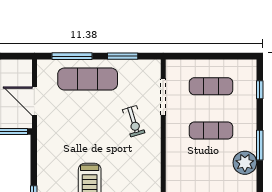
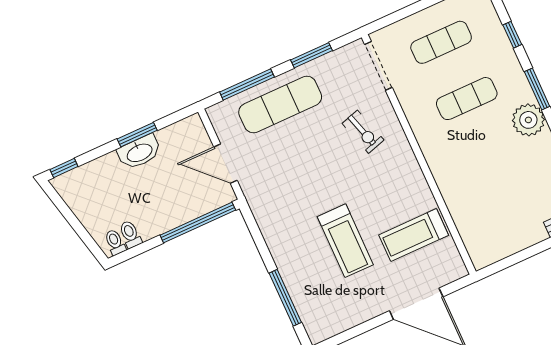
window: (260, 90) -> (512, 35), moved
doorway: (163, 97) -> (378, 66), moved

